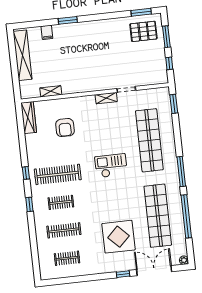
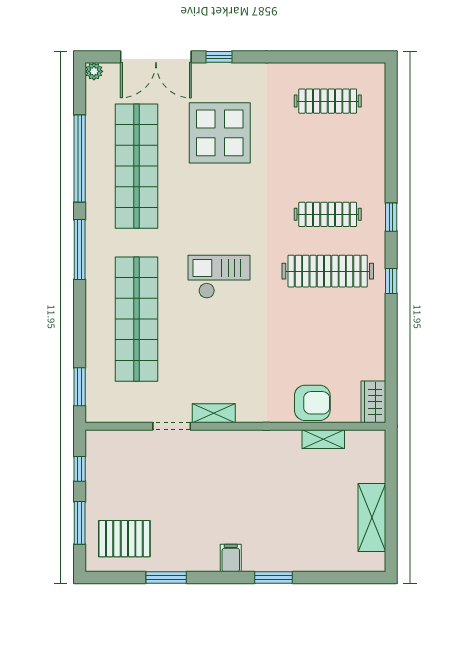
window: (141, 12) -> (166, 578), moved
filing cabinet: (47, 32) -> (231, 558), moved
shelving: (23, 55) -> (372, 517), width x0.68
wardrobe: (29, 118) -> (373, 402), width x0.67
armchair: (65, 128) -> (312, 403), moved, turned 90
checkout: (111, 166) -> (219, 277), turned 180
clothes rail: (61, 202) -> (328, 214), width x1.36
clothes rail: (64, 230) -> (328, 158), removed
clothes rail: (67, 258) -> (328, 101), width x1.36

